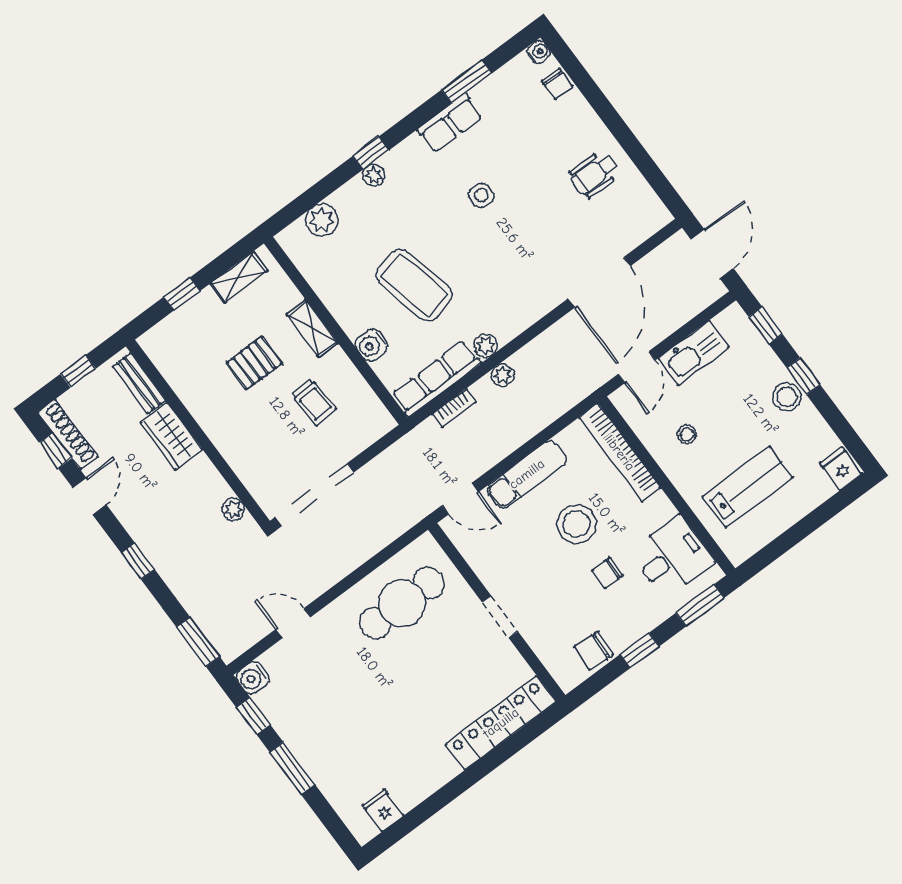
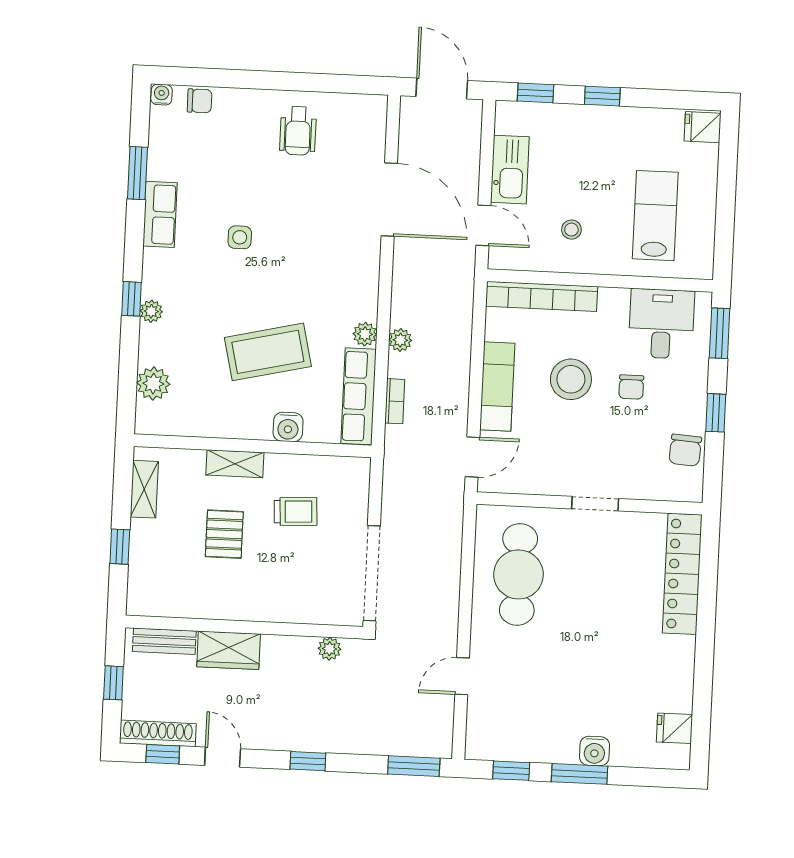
stool: (787, 397) -> (608, 123), removed
water cooler: (253, 678) -> (594, 751), moved

